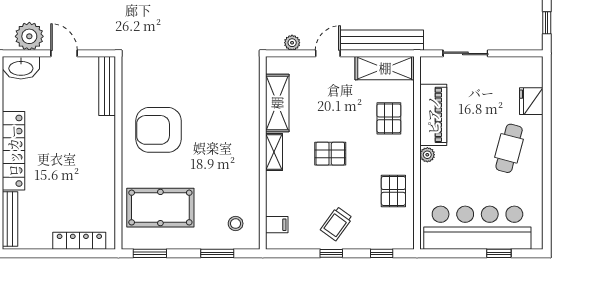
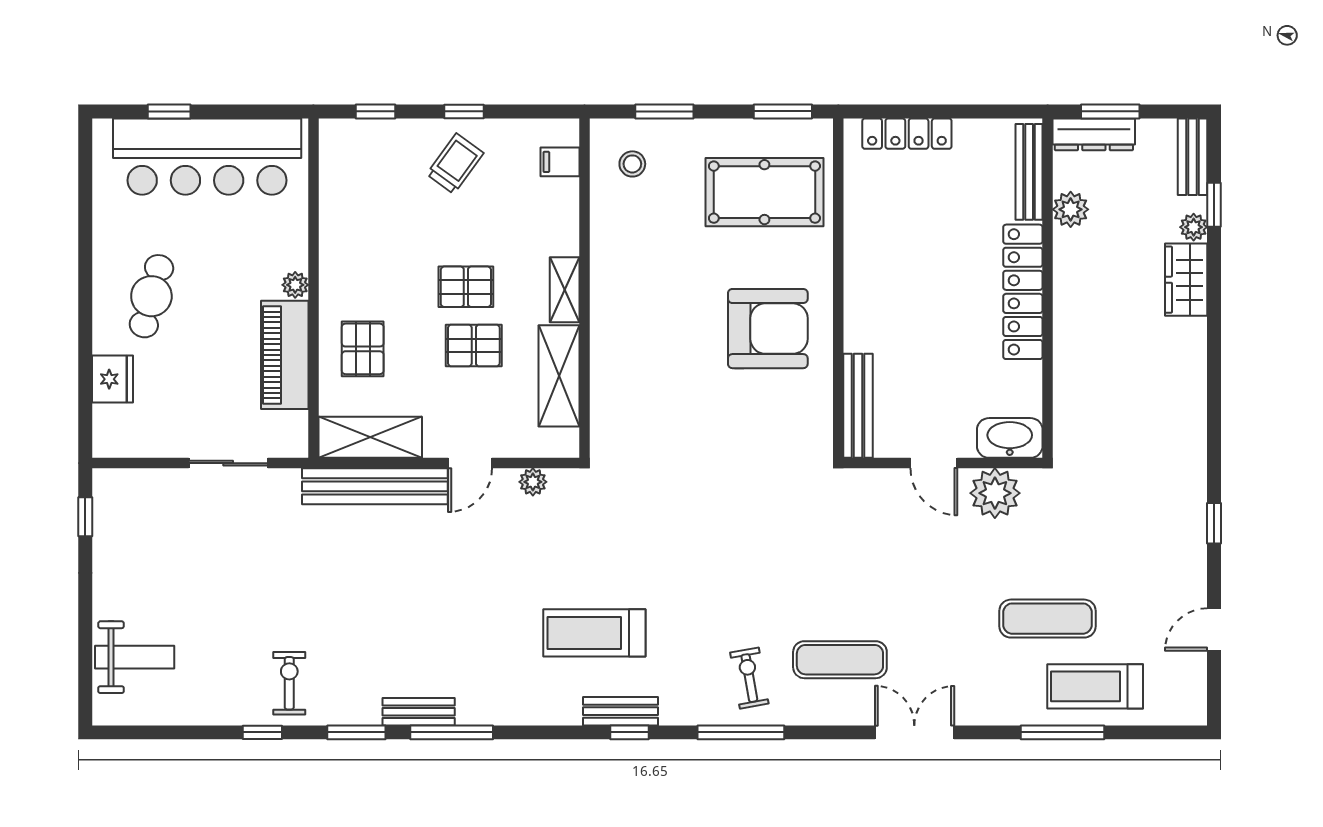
pallet: (393, 191) -> (474, 345), moved, turned 90

